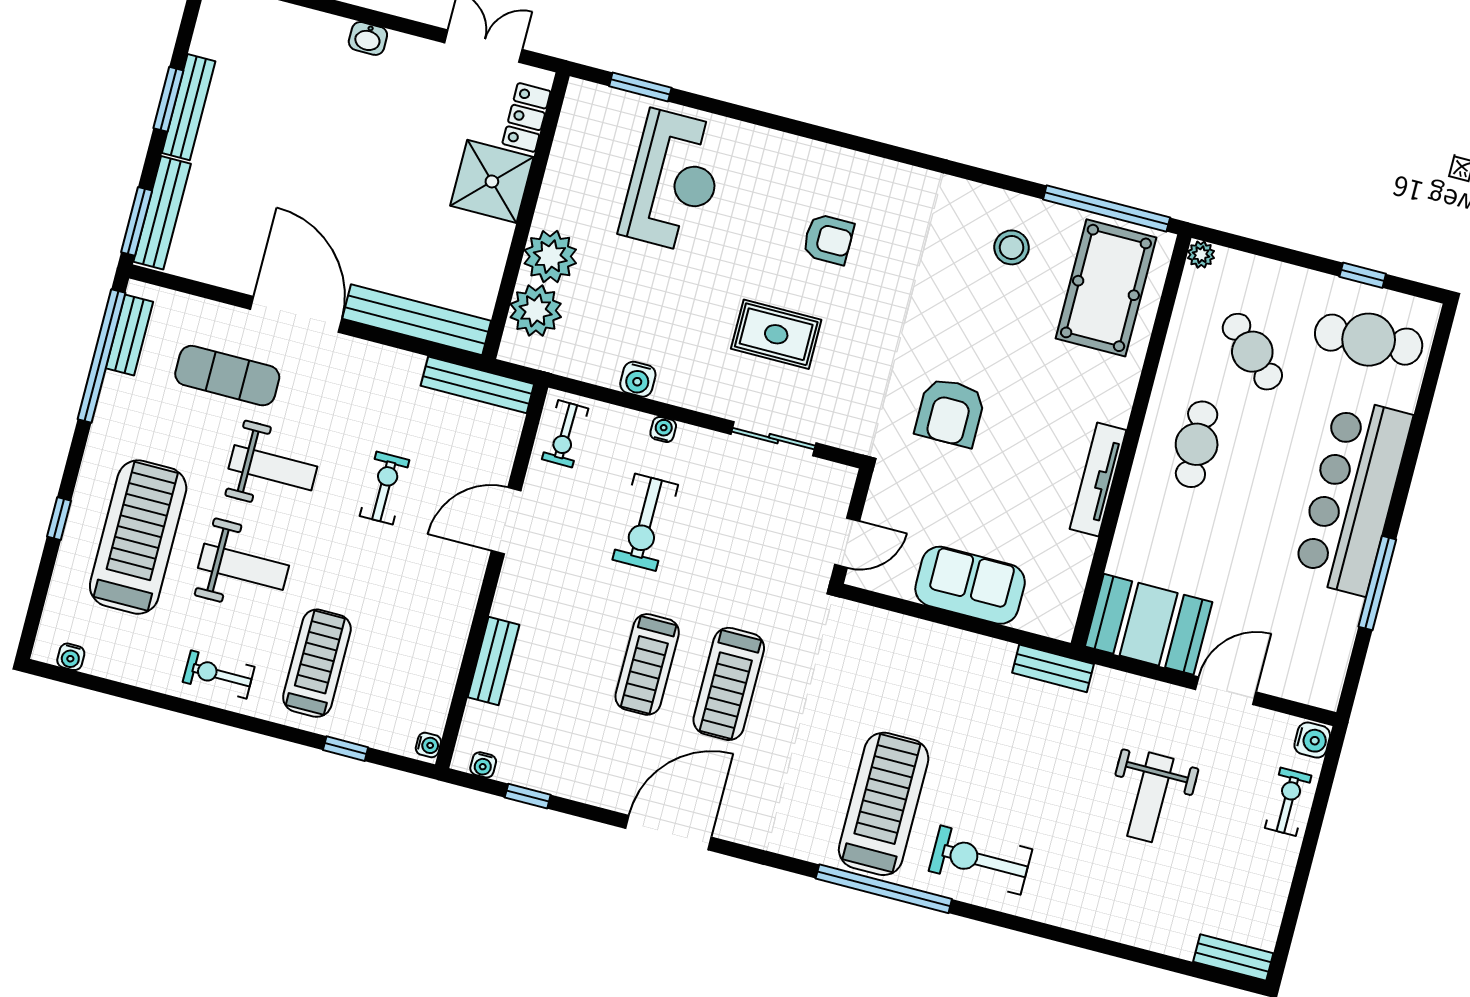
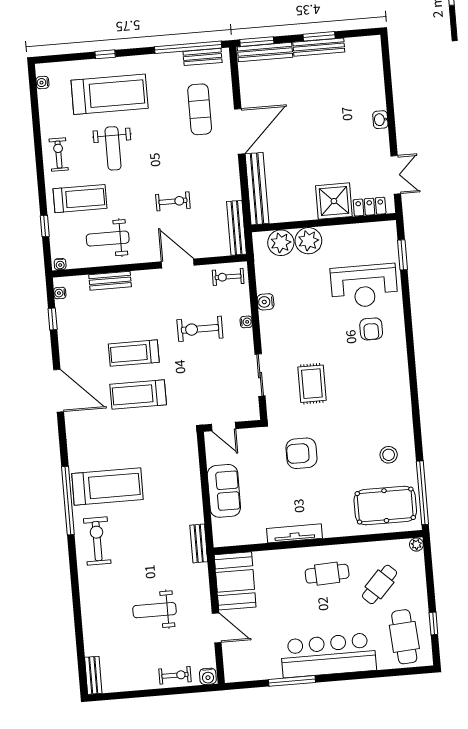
armchair: (828, 239) -> (371, 329), moved
rug: (776, 334) -> (312, 384), moved
weight bench: (273, 468) -> (108, 239), moved, turned 90

